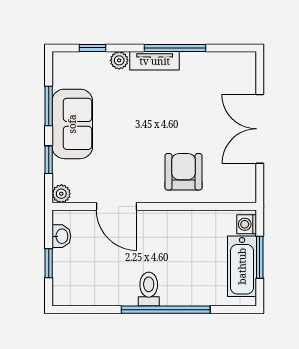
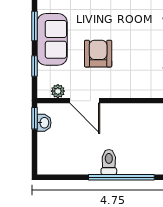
armchair: (184, 172) -> (98, 54), moved
plant: (61, 194) -> (58, 91), moved
window: (49, 263) -> (34, 118), moved

